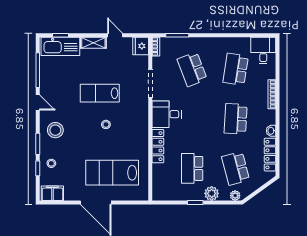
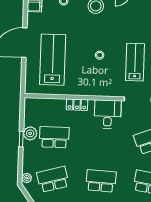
lab bench: (100, 93) -> (135, 62), moved
locker: (158, 146) -> (77, 105), width x0.66
plant: (212, 193) -> (30, 133), moved

